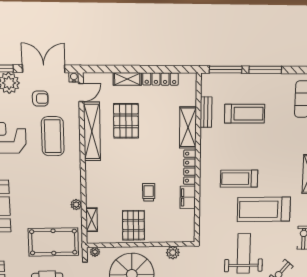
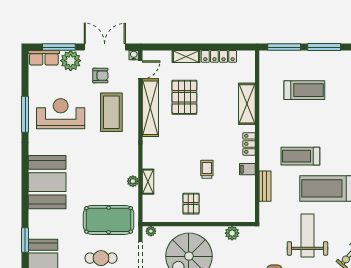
bench: (206, 112) -> (265, 186), moved
locker: (190, 167) -> (249, 144), width x0.66
filing cabinet: (188, 197) -> (247, 169), width x0.50
shelving: (92, 220) -> (148, 182), moved
pallet: (133, 225) -> (191, 204), width x0.67, depth x0.71

